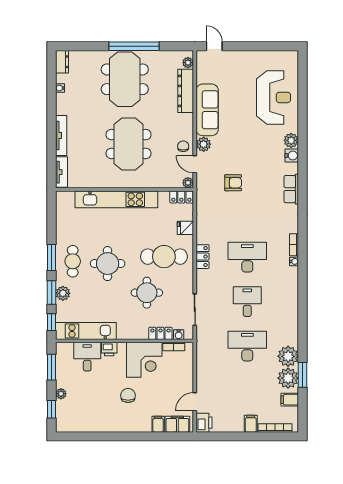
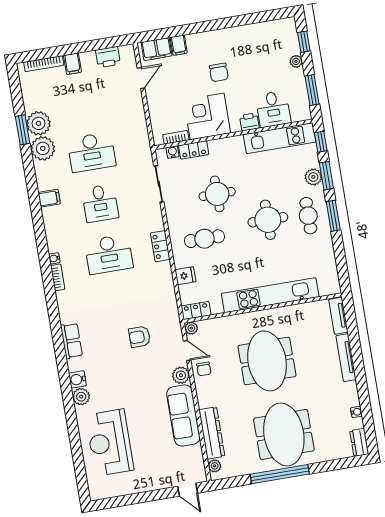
cafe table: (164, 257) -> (204, 239), width x0.73, depth x0.74
filing cabinet: (290, 400) -> (49, 198), moved
printer: (204, 423) -> (108, 57), moved, turned -90

